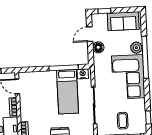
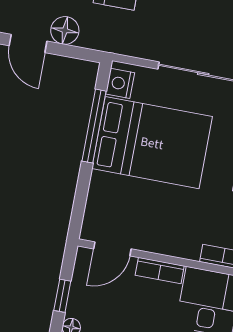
bed: (67, 92) -> (152, 143), width x1.50

